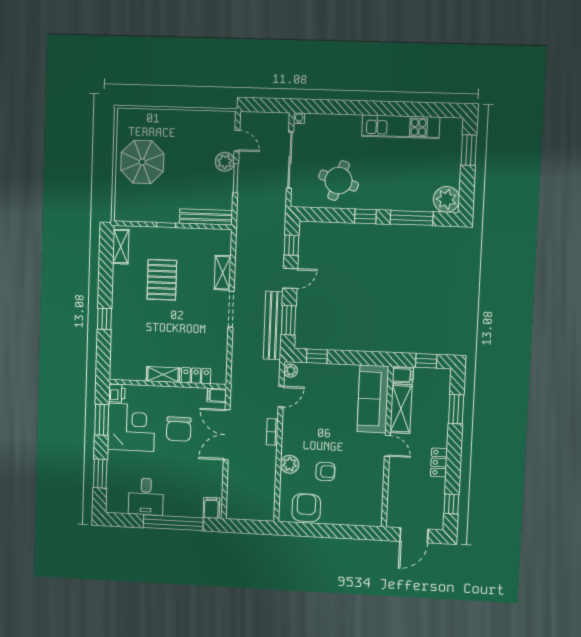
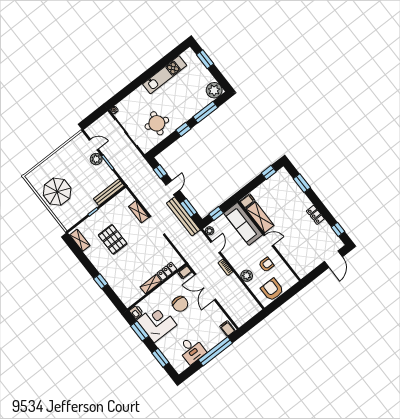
filing cabinet: (403, 375) -> (247, 201), moved
sofa: (373, 399) -> (243, 224), moved
shelving: (401, 409) -> (260, 217), moved
door: (387, 446) -> (269, 240), moved
wall: (387, 447) -> (269, 241), moved

